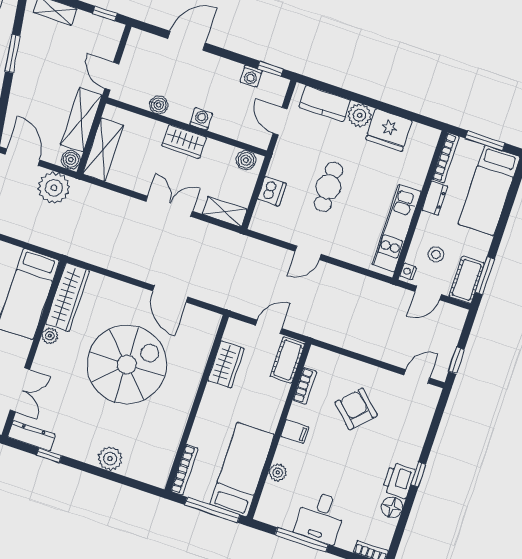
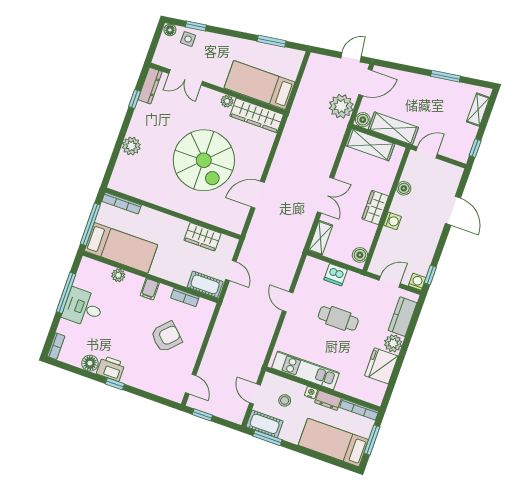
washing machine: (251, 76) -> (417, 282), moved, turned 90
nightstand: (408, 271) -> (311, 393), moved

